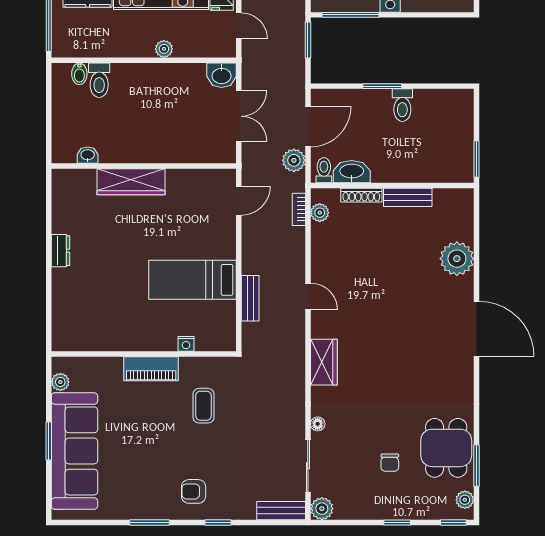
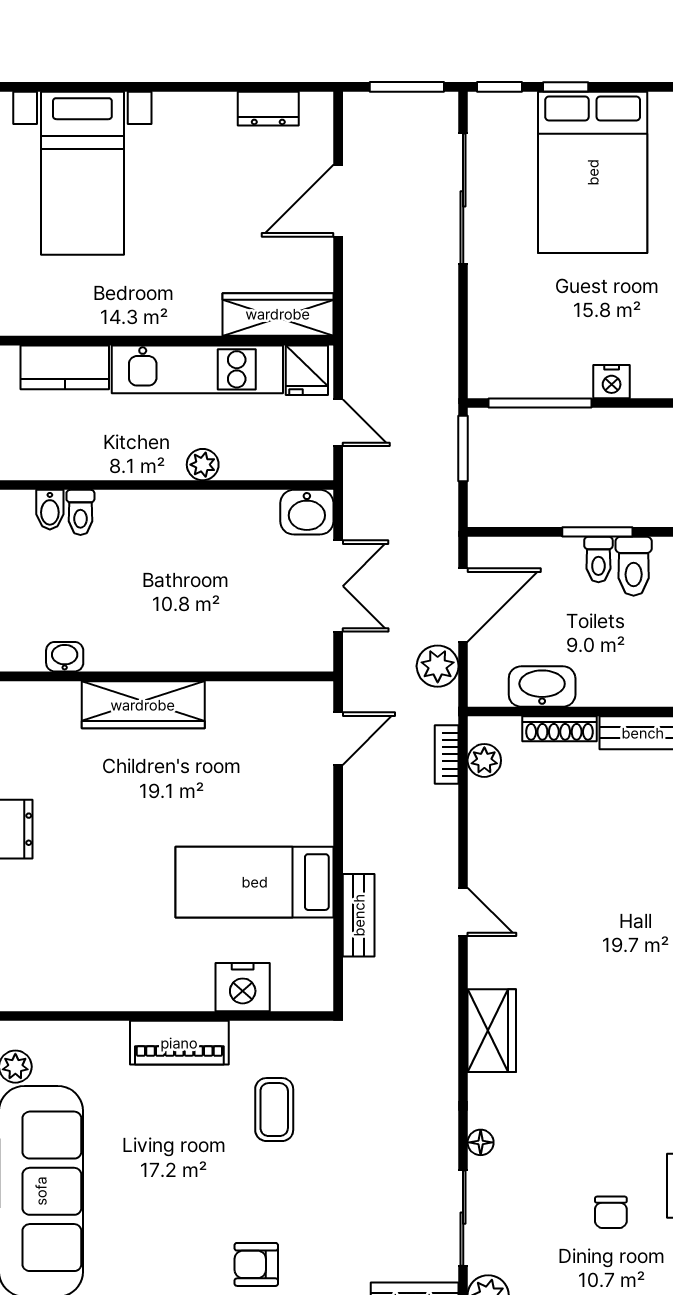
toilet: (99, 80) -> (80, 512), width x0.73, depth x0.72
toilet: (324, 170) -> (598, 559), moved, turned 180
nightstand: (186, 344) -> (243, 987), width x1.89, depth x1.79

